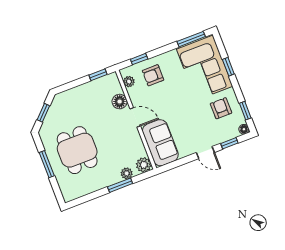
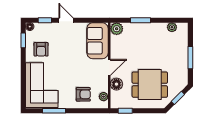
window: (191, 39) -> (54, 111), moved
window: (139, 59) -> (89, 111), removed
window: (228, 67) -> (23, 79), removed
door: (135, 117) -> (109, 67), swing flipped
dining table: (77, 150) -> (150, 85), moved, turned 90
plant: (127, 173) -> (172, 27), moved

